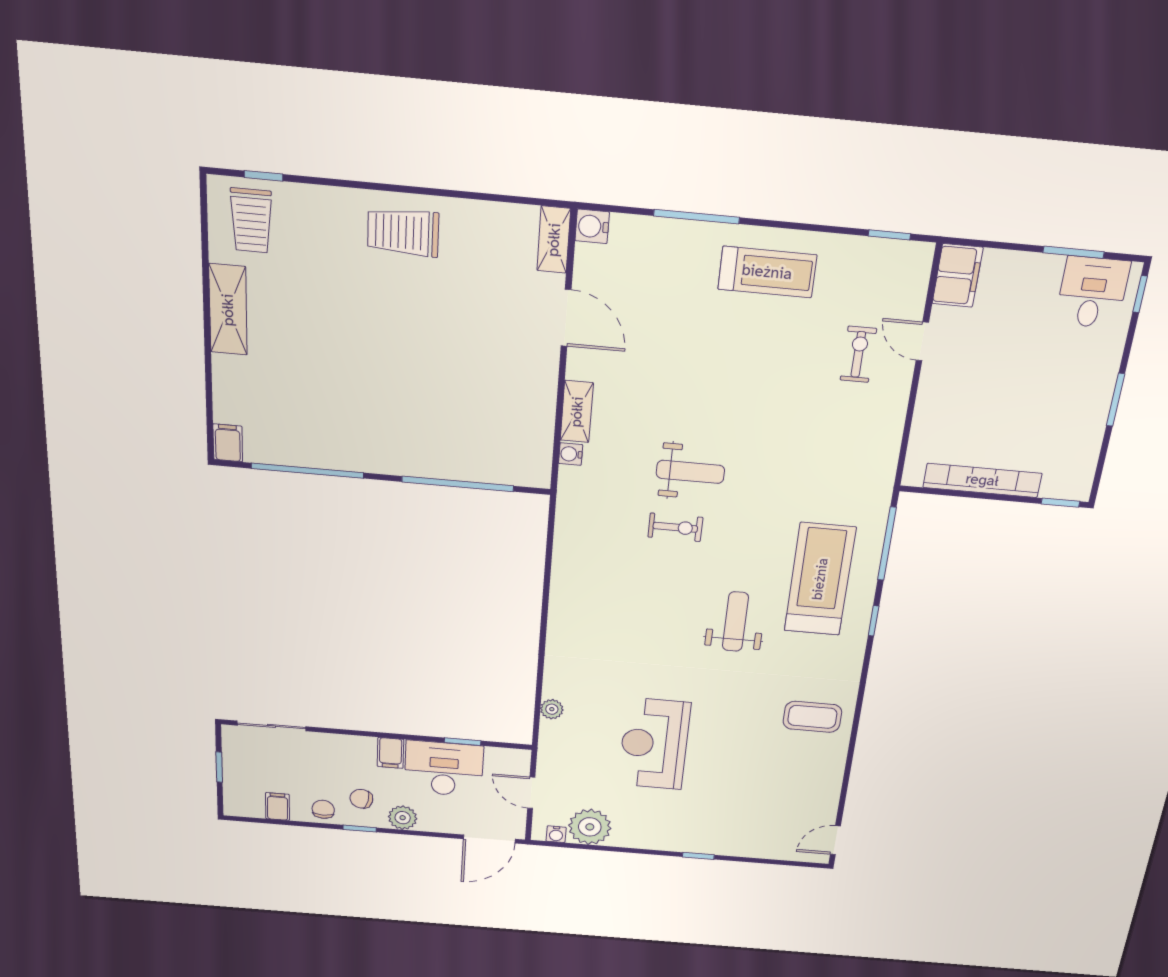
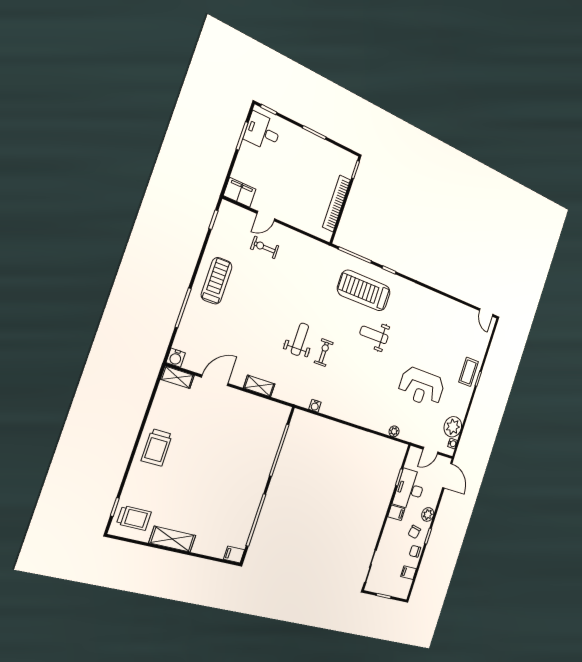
water cooler: (571, 454) -> (315, 406), moved
coffee table: (812, 717) -> (468, 372), moved

